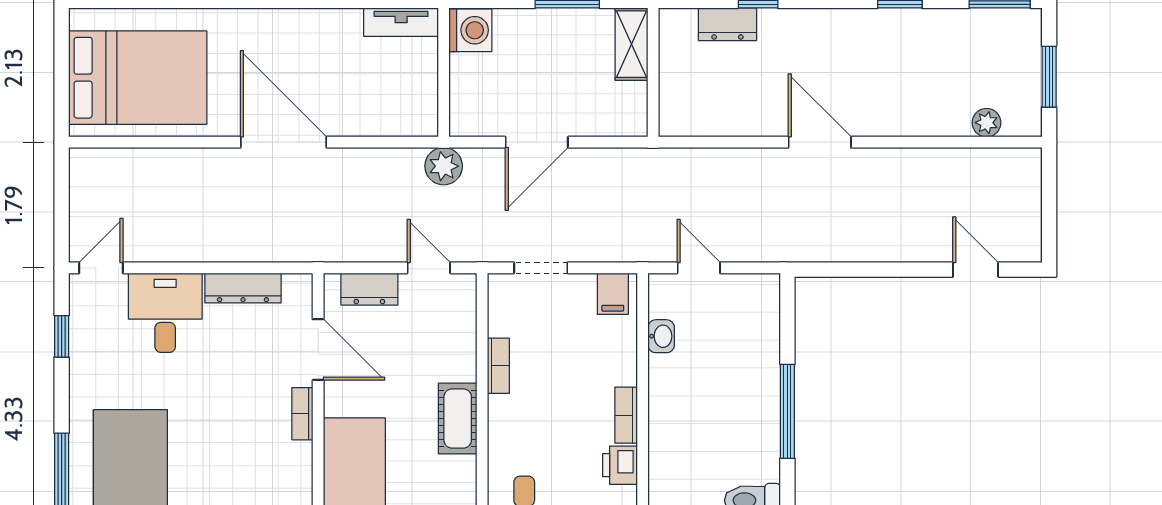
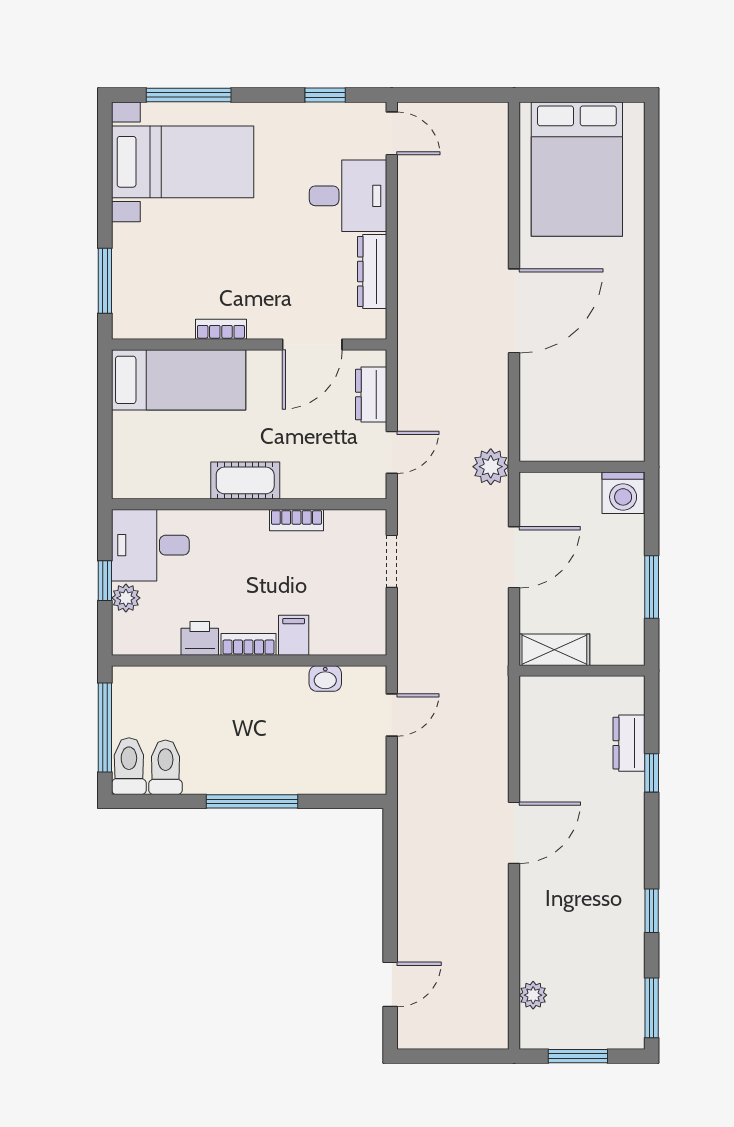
tv unit: (401, 22) -> (631, 425), removed
shelving: (632, 44) -> (554, 650), moved
door: (537, 142) -> (514, 557), swing flipped
filing cabinet: (613, 294) -> (294, 635), moved, turned 90
bookcase: (302, 414) -> (221, 329), moved

